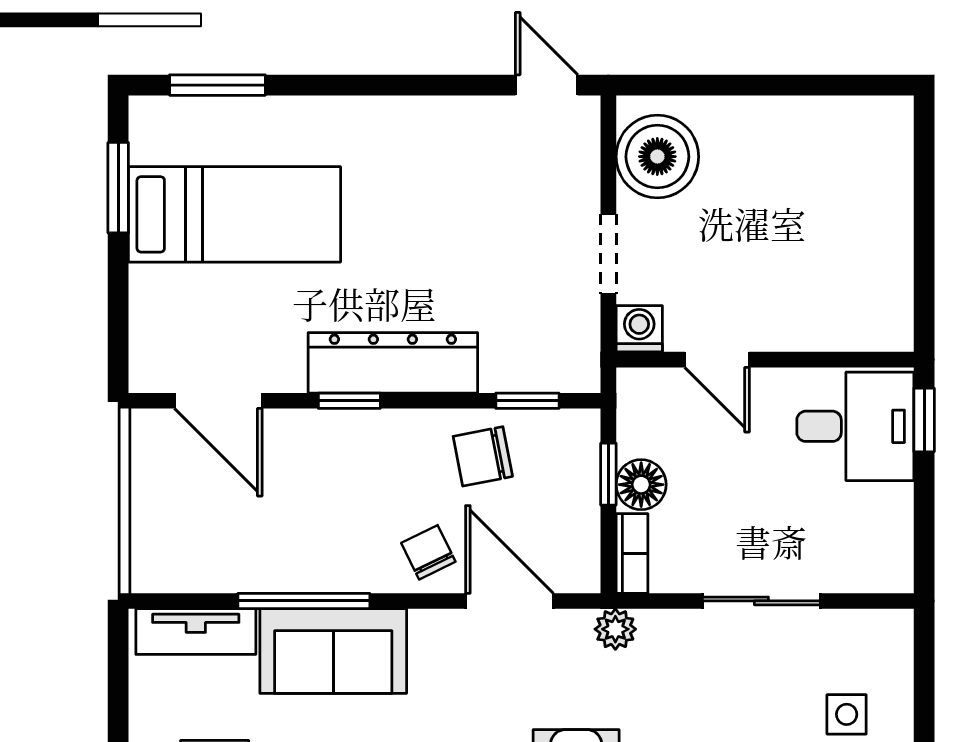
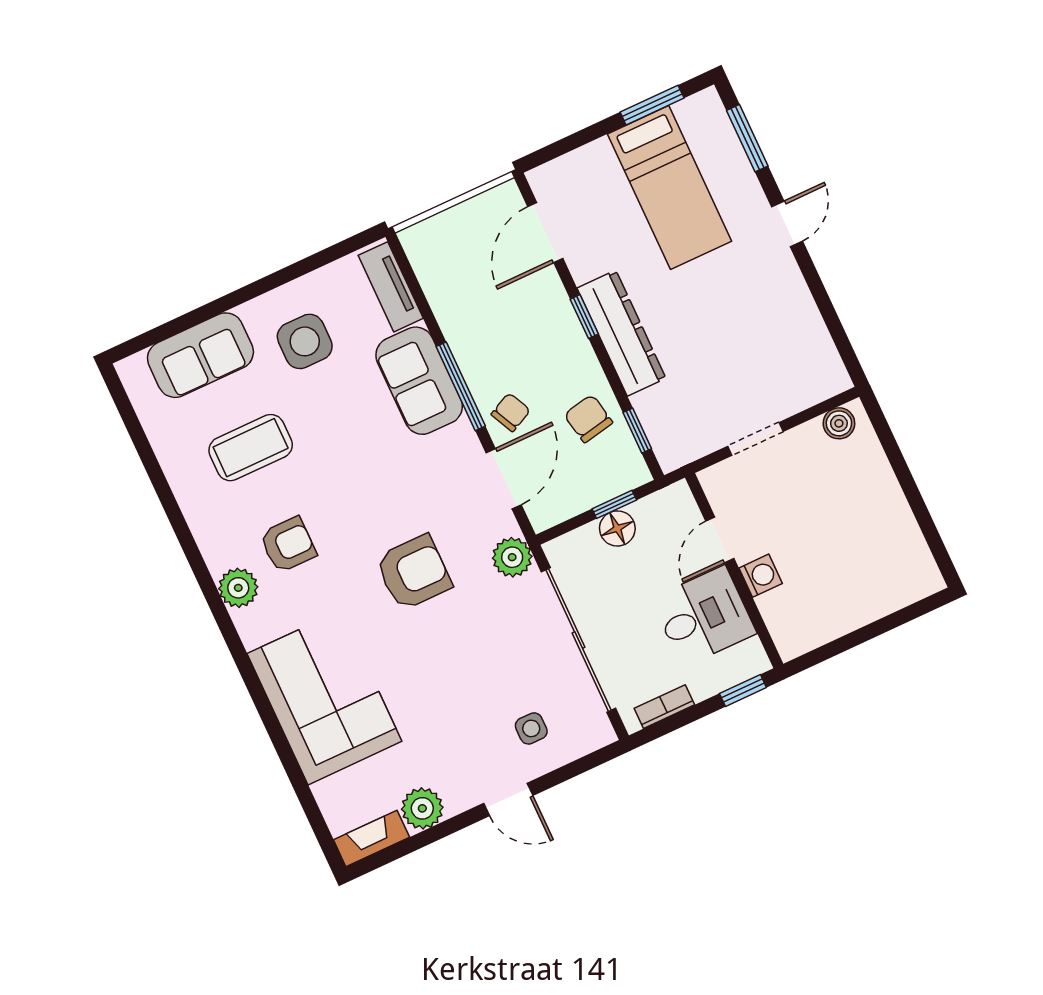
door: (547, 85) -> (787, 224), moved
boiler: (657, 157) -> (839, 423), width x0.54, depth x0.54
washing machine: (639, 329) -> (761, 576), moved
desk: (855, 426) -> (704, 616), moved, turned -90
bookcase: (632, 553) -> (664, 707), moved, turned 180
window: (304, 601) -> (461, 386), moved
sliding door: (761, 601) -> (579, 640), width x1.86
plant: (615, 629) -> (512, 557), width x1.38, depth x1.38

